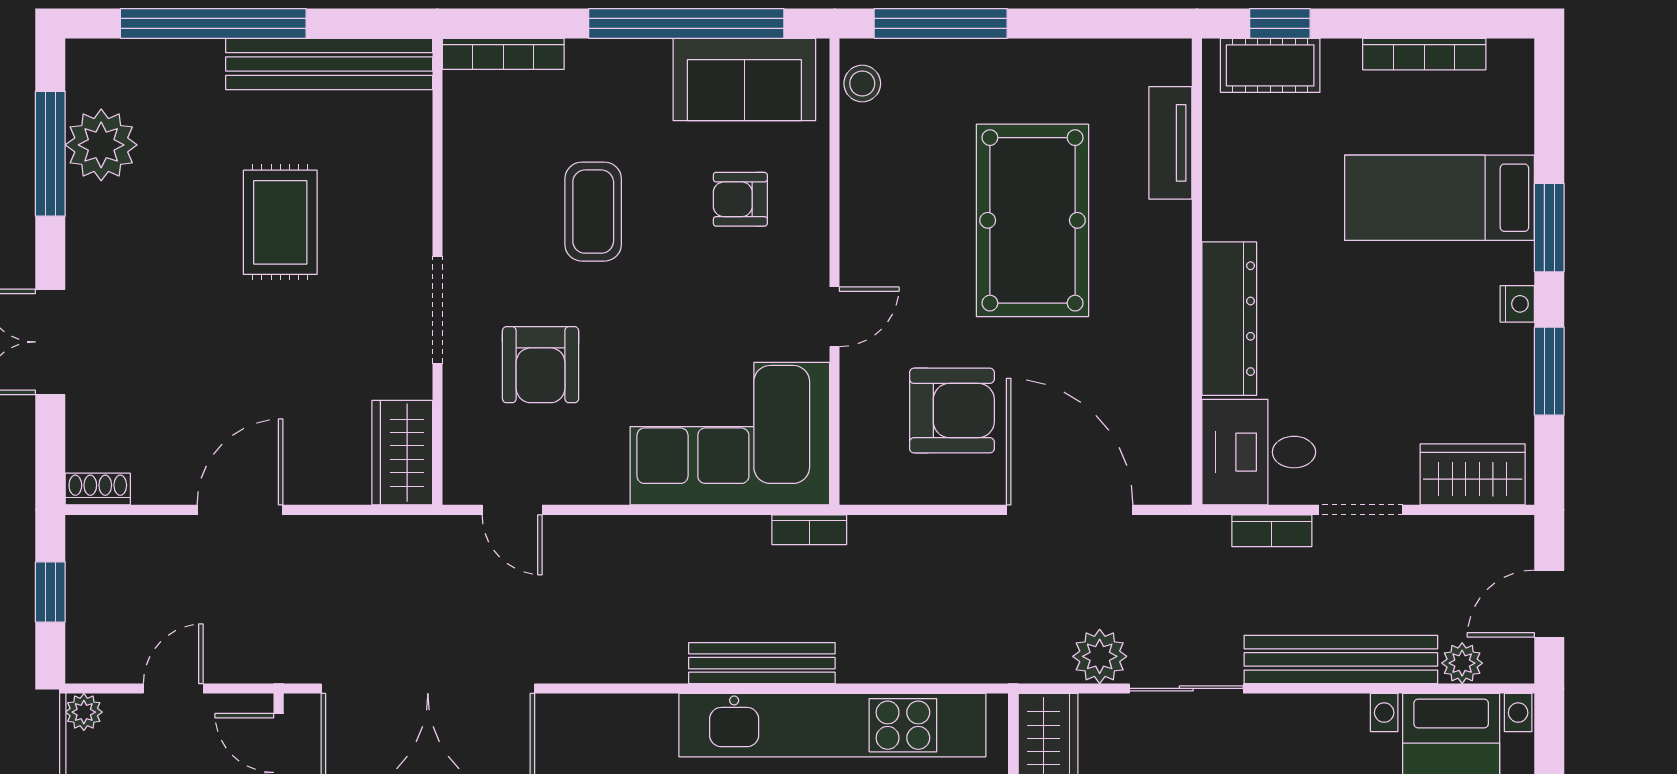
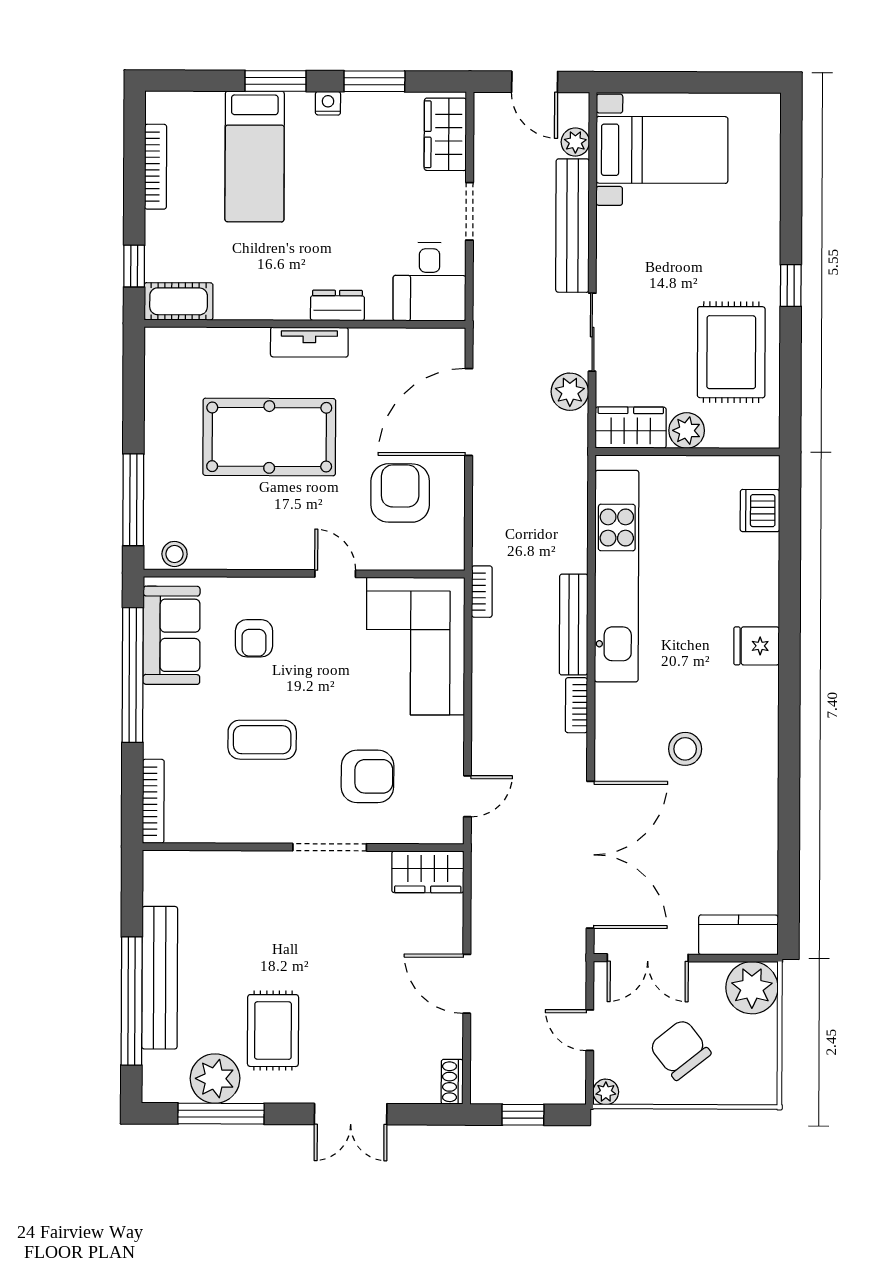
bench: (329, 64) -> (160, 978), moved
cot: (1270, 65) -> (179, 301), moved, turned 90
tv unit: (1170, 143) -> (309, 342), moved
rug: (280, 222) -> (273, 1031), moved, turned 90
dresser: (1229, 319) -> (337, 305), width x0.51, depth x0.80
bookcase: (1272, 531) -> (576, 705), moved, turned 180

